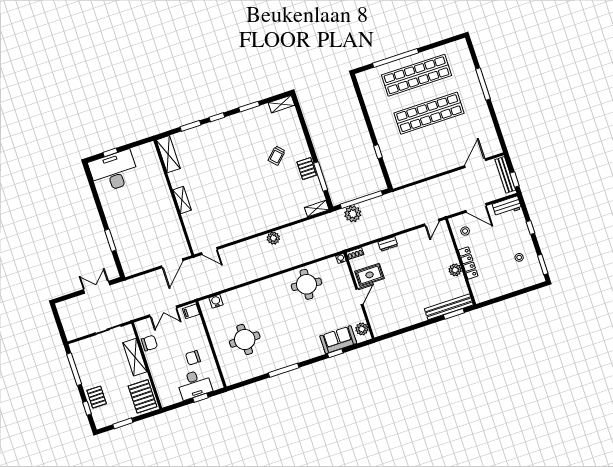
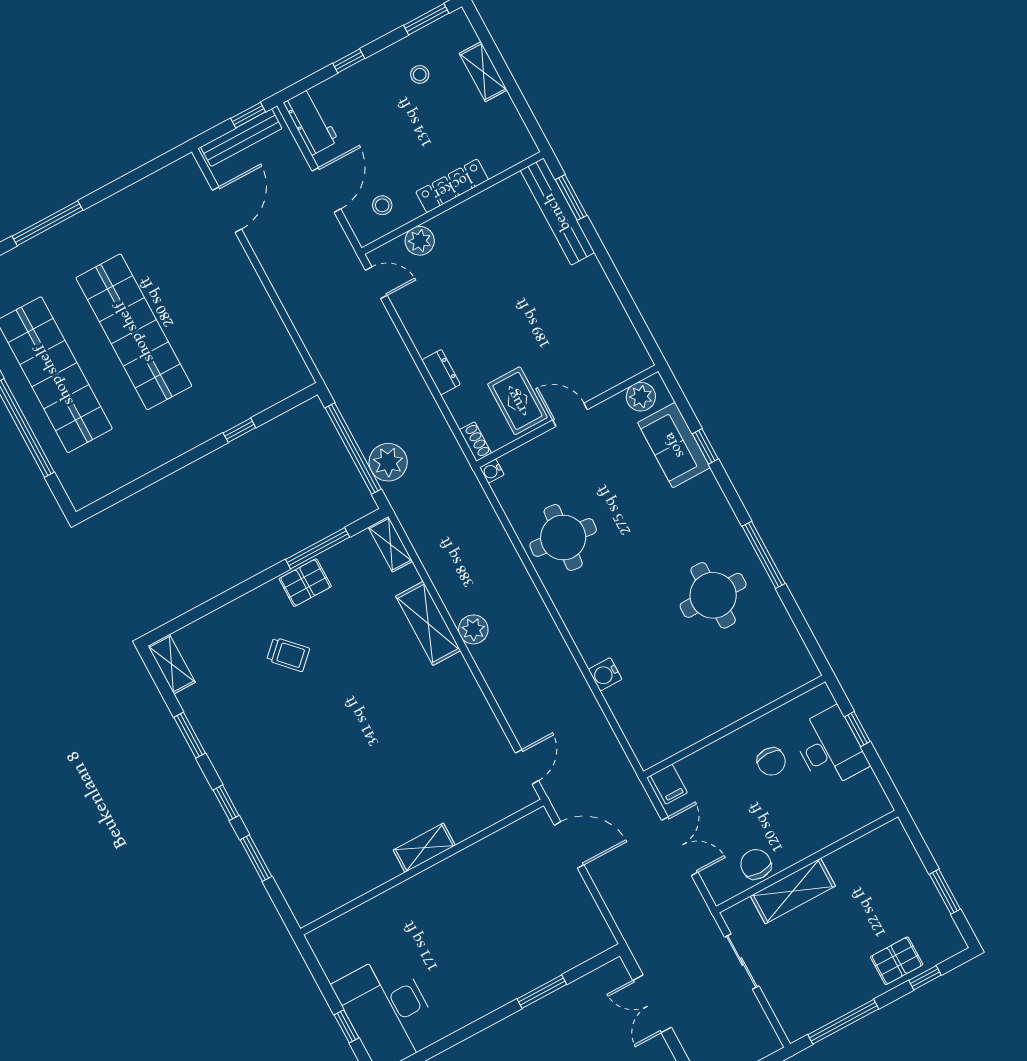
shelving: (168, 154) -> (428, 623), moved, turned 90
door: (475, 163) -> (227, 210), swing flipped
plant: (455, 270) -> (420, 241), moved
shelving: (515, 285) -> (483, 72), added
water cooler: (216, 301) -> (605, 674), moved
round table: (245, 340) -> (713, 595), moved
pallet: (142, 396) -> (877, 859), removed

